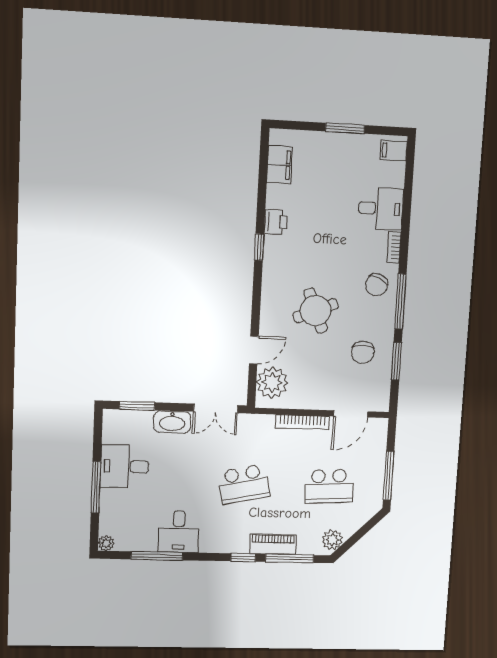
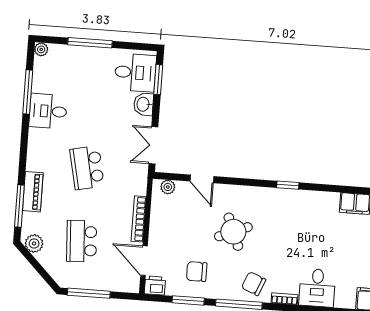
printer: (276, 222) -> (155, 285), moved, turned 180
plant: (272, 383) -> (168, 187), width x0.53, depth x0.53
washbasin: (172, 422) -> (144, 104), width x0.72
desk: (125, 466) -> (135, 73), moved, turned 90
window: (243, 558) -> (22, 166), removed

